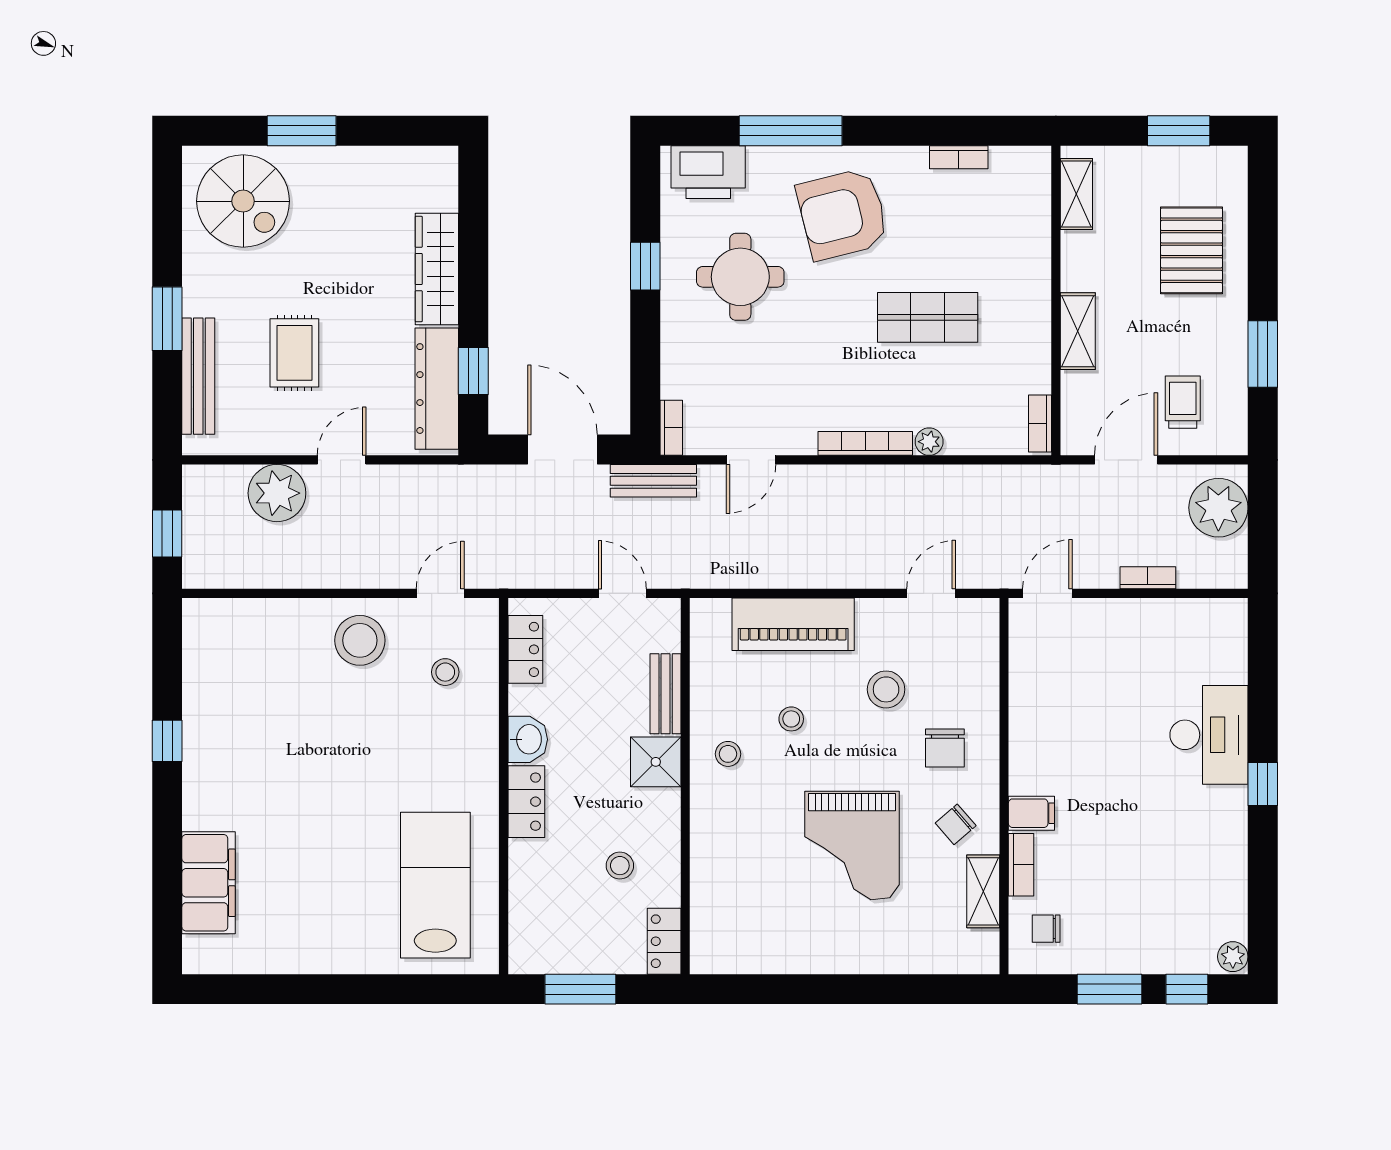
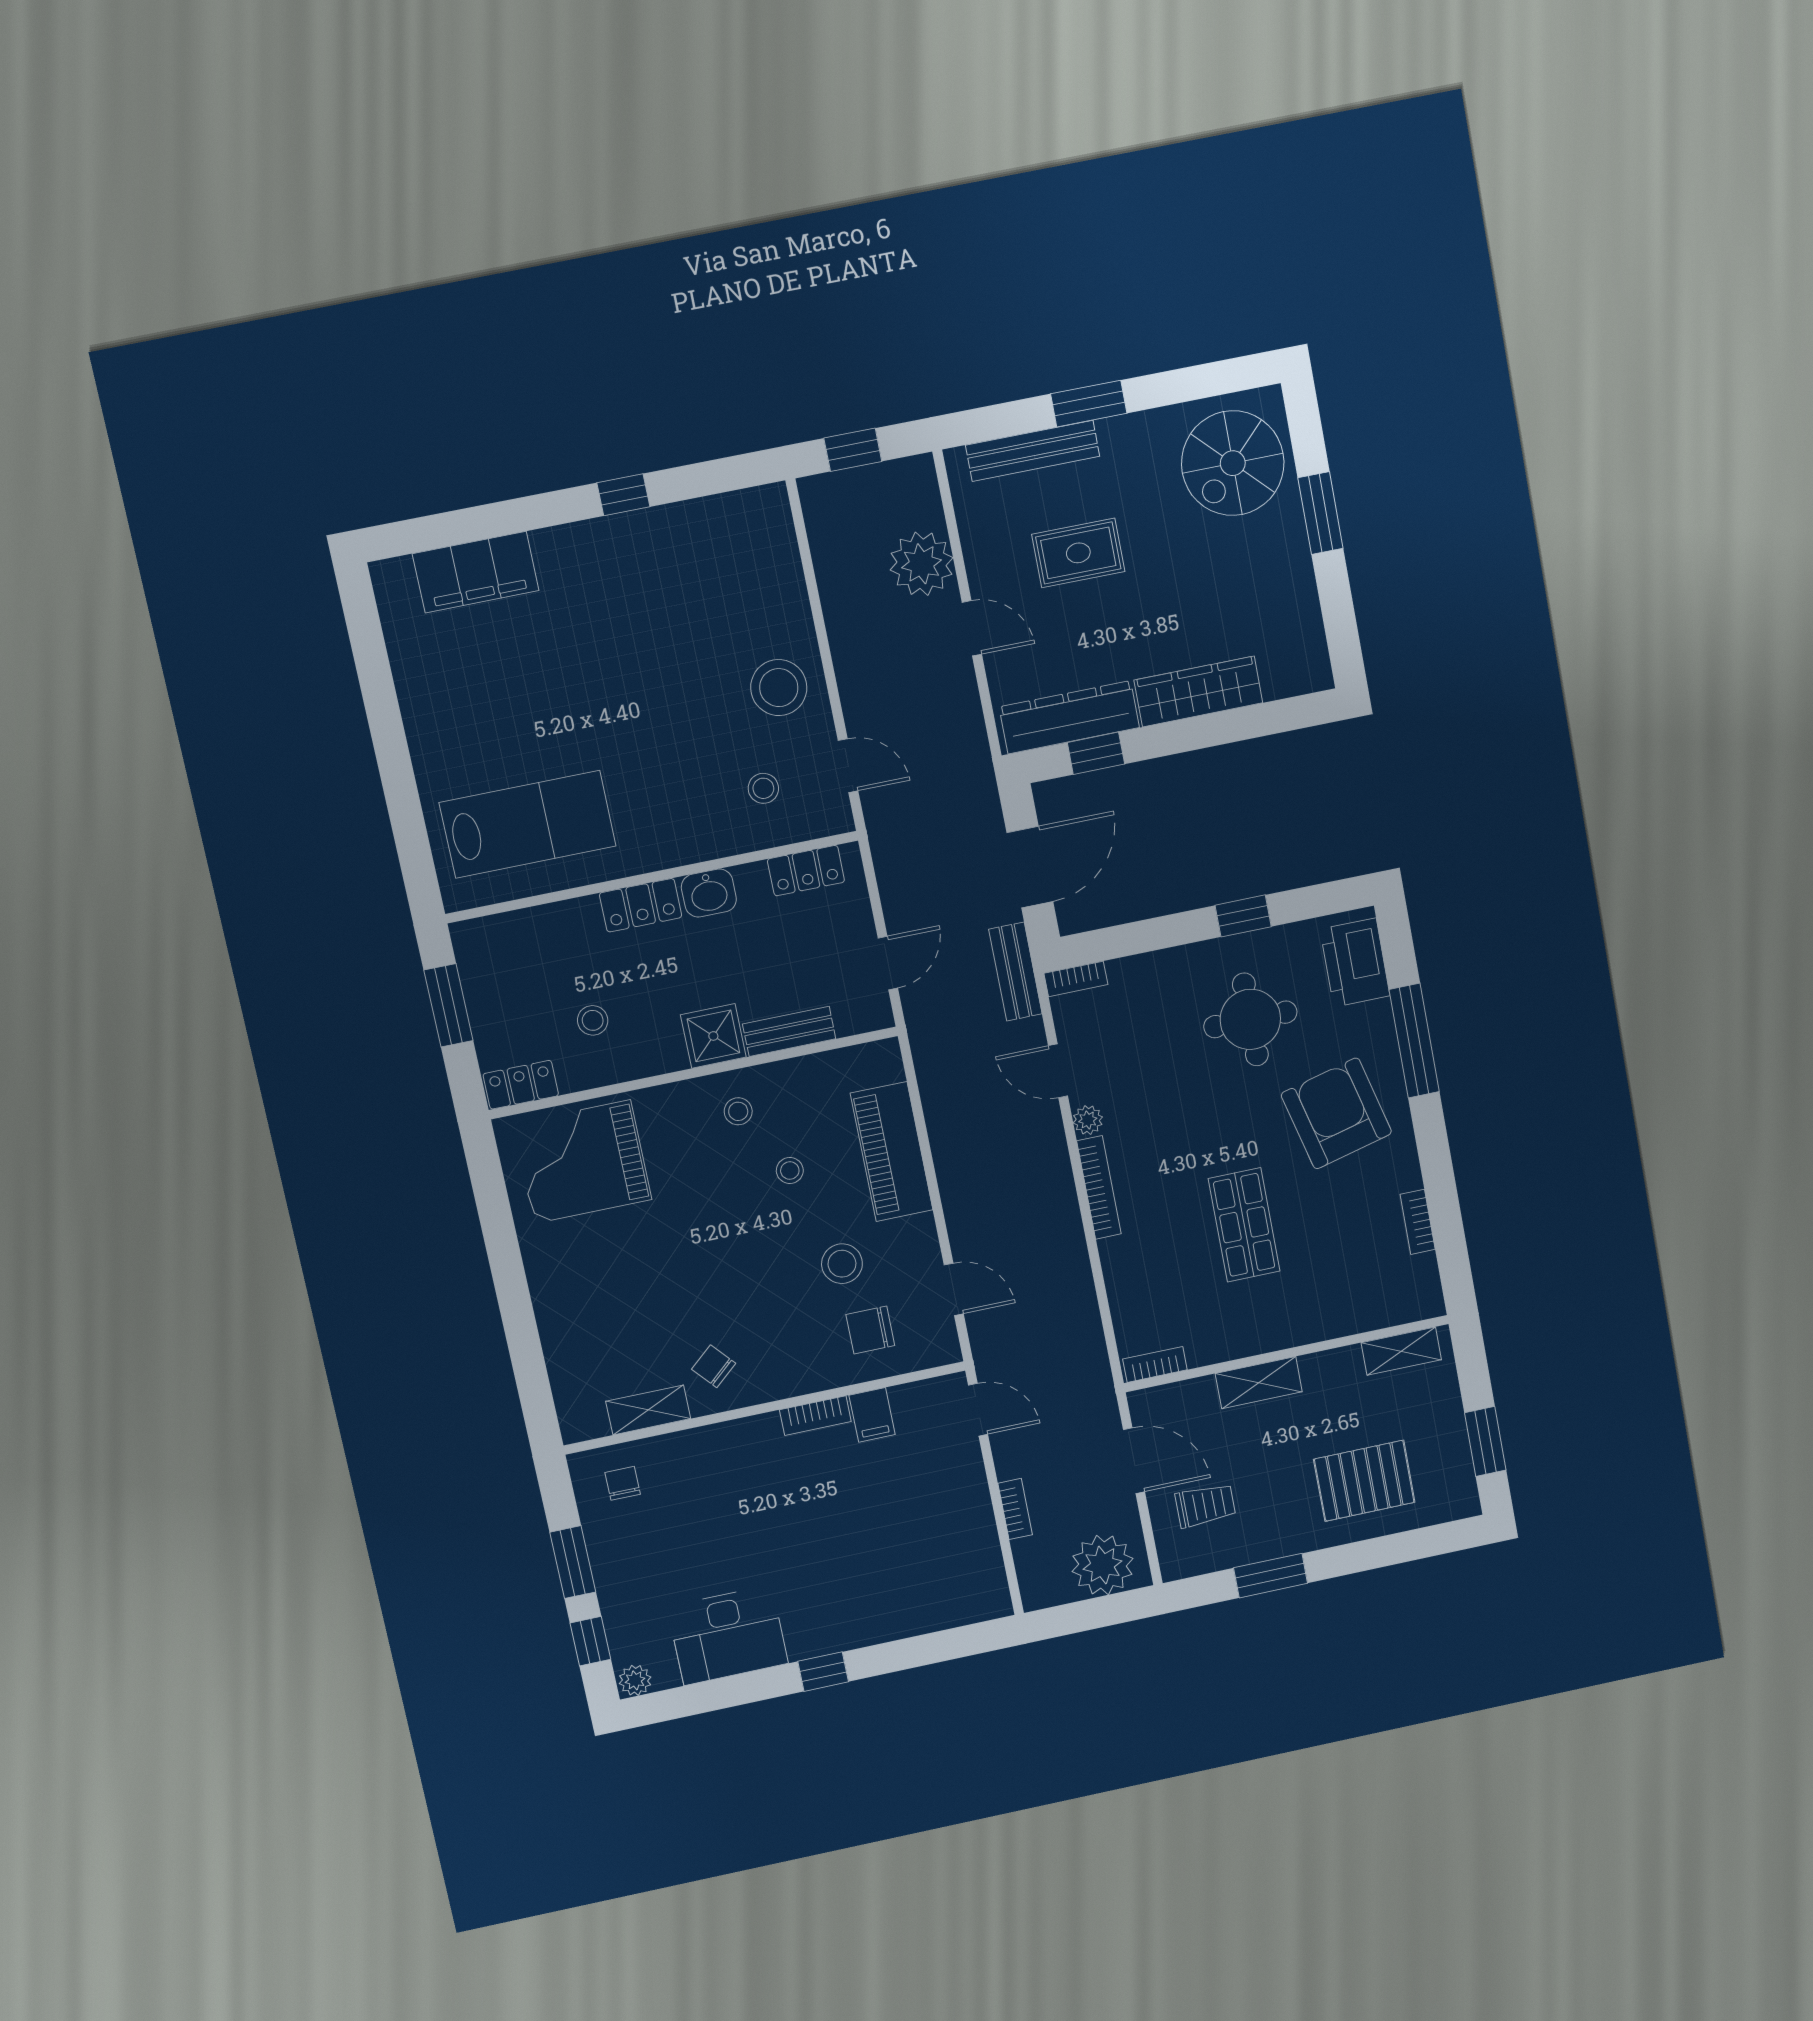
plant: (929, 442) -> (1088, 1120), moved
desk: (1209, 735) -> (728, 1635), moved
chair: (945, 748) -> (870, 1330), moved
filing cabinet: (1031, 813) -> (872, 1415), moved
grand piano: (852, 846) -> (582, 1162), moved
bookcase: (1021, 865) -> (815, 1416), moved

